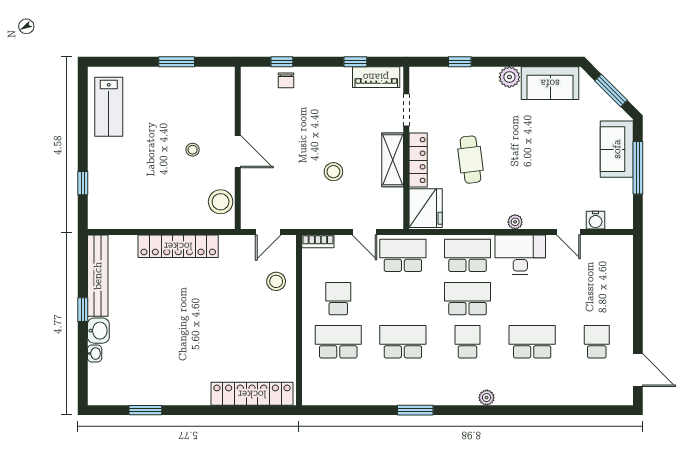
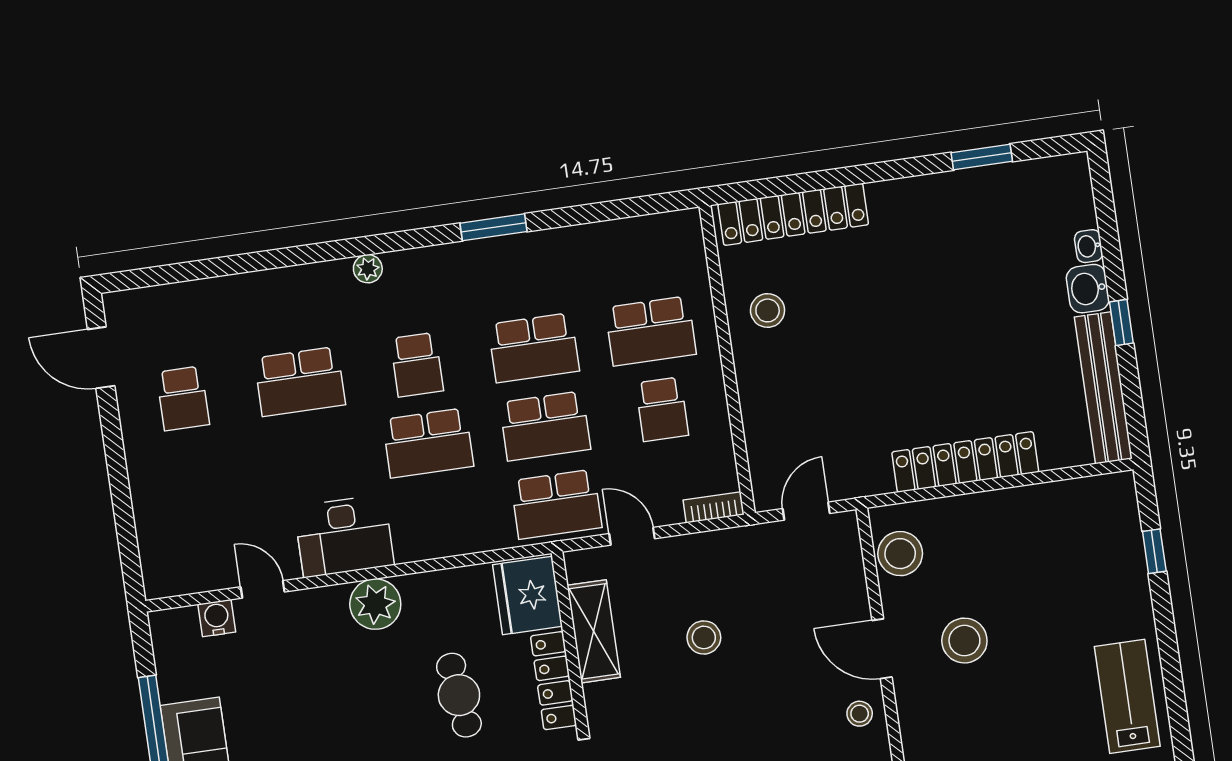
stool: (255, 118) -> (860, 714), added
stool: (193, 150) -> (964, 641), width x1.89, depth x1.89
shelving: (393, 160) -> (594, 631), moved
plant: (515, 222) -> (375, 604), width x1.88, depth x1.88
school desk: (468, 255) -> (545, 426), moved
stool: (276, 281) -> (768, 310), moved

